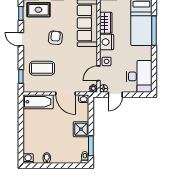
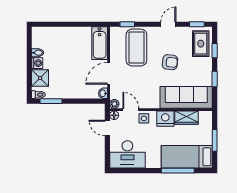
coffee table: (42, 68) -> (136, 48), width x1.36, depth x1.32
shower: (81, 129) -> (40, 78), moved
washing machine: (28, 159) -> (37, 63), moved

